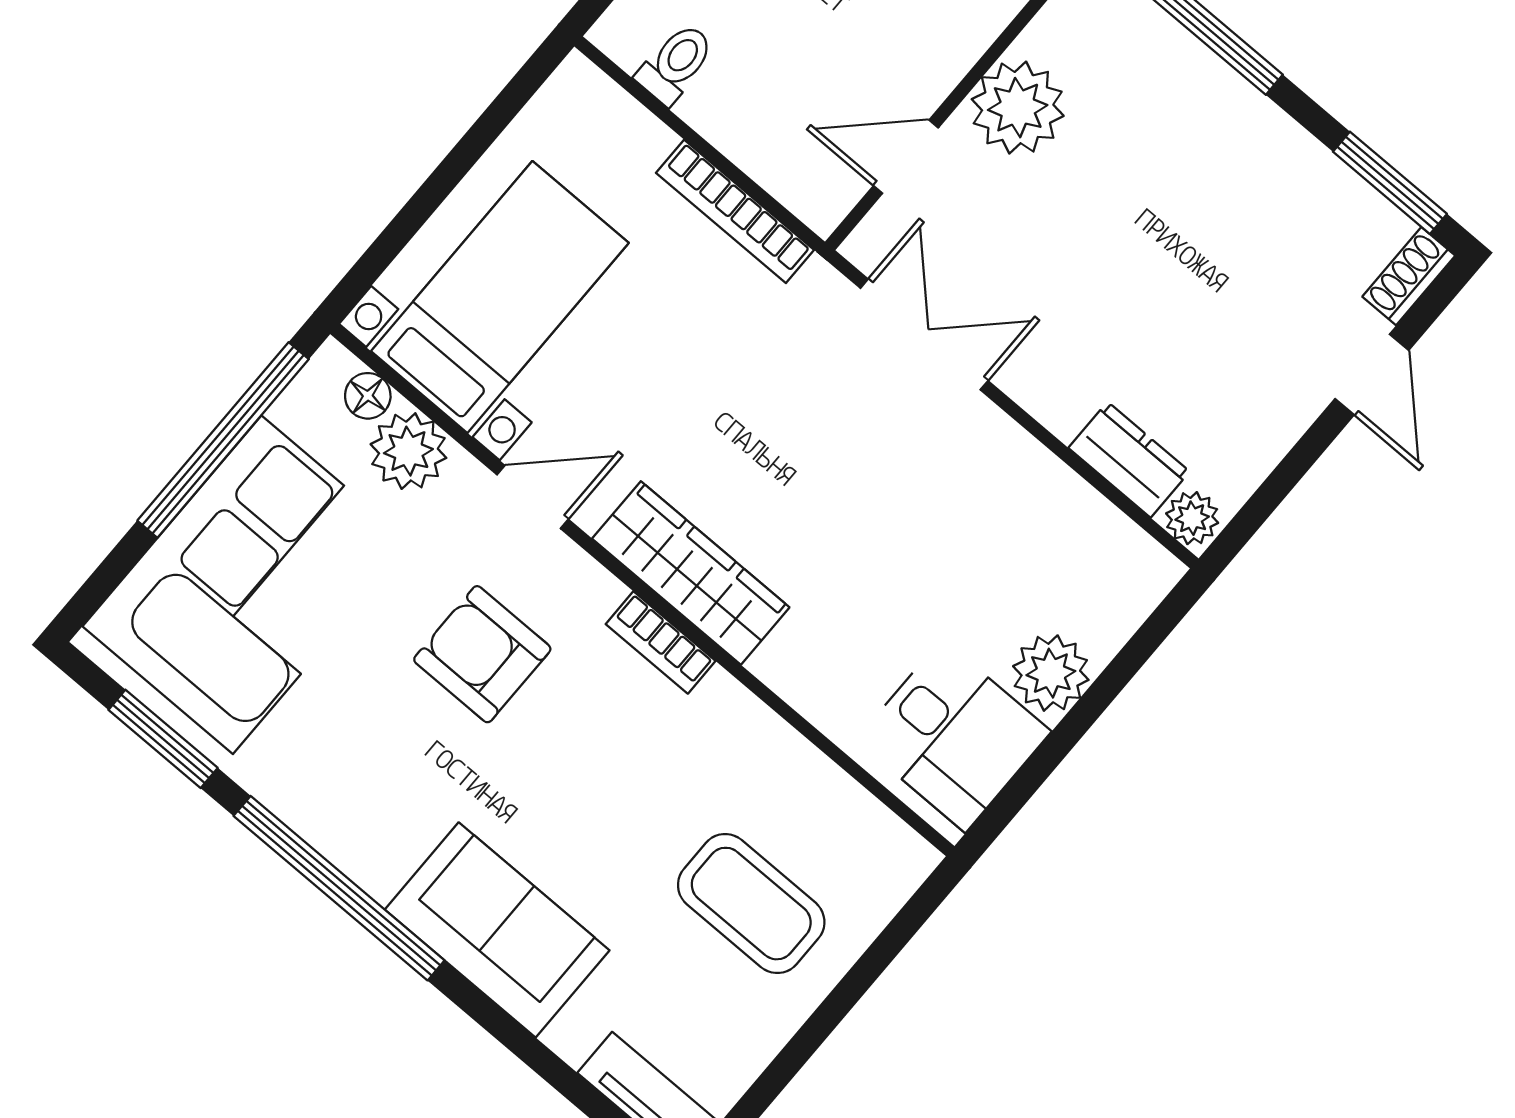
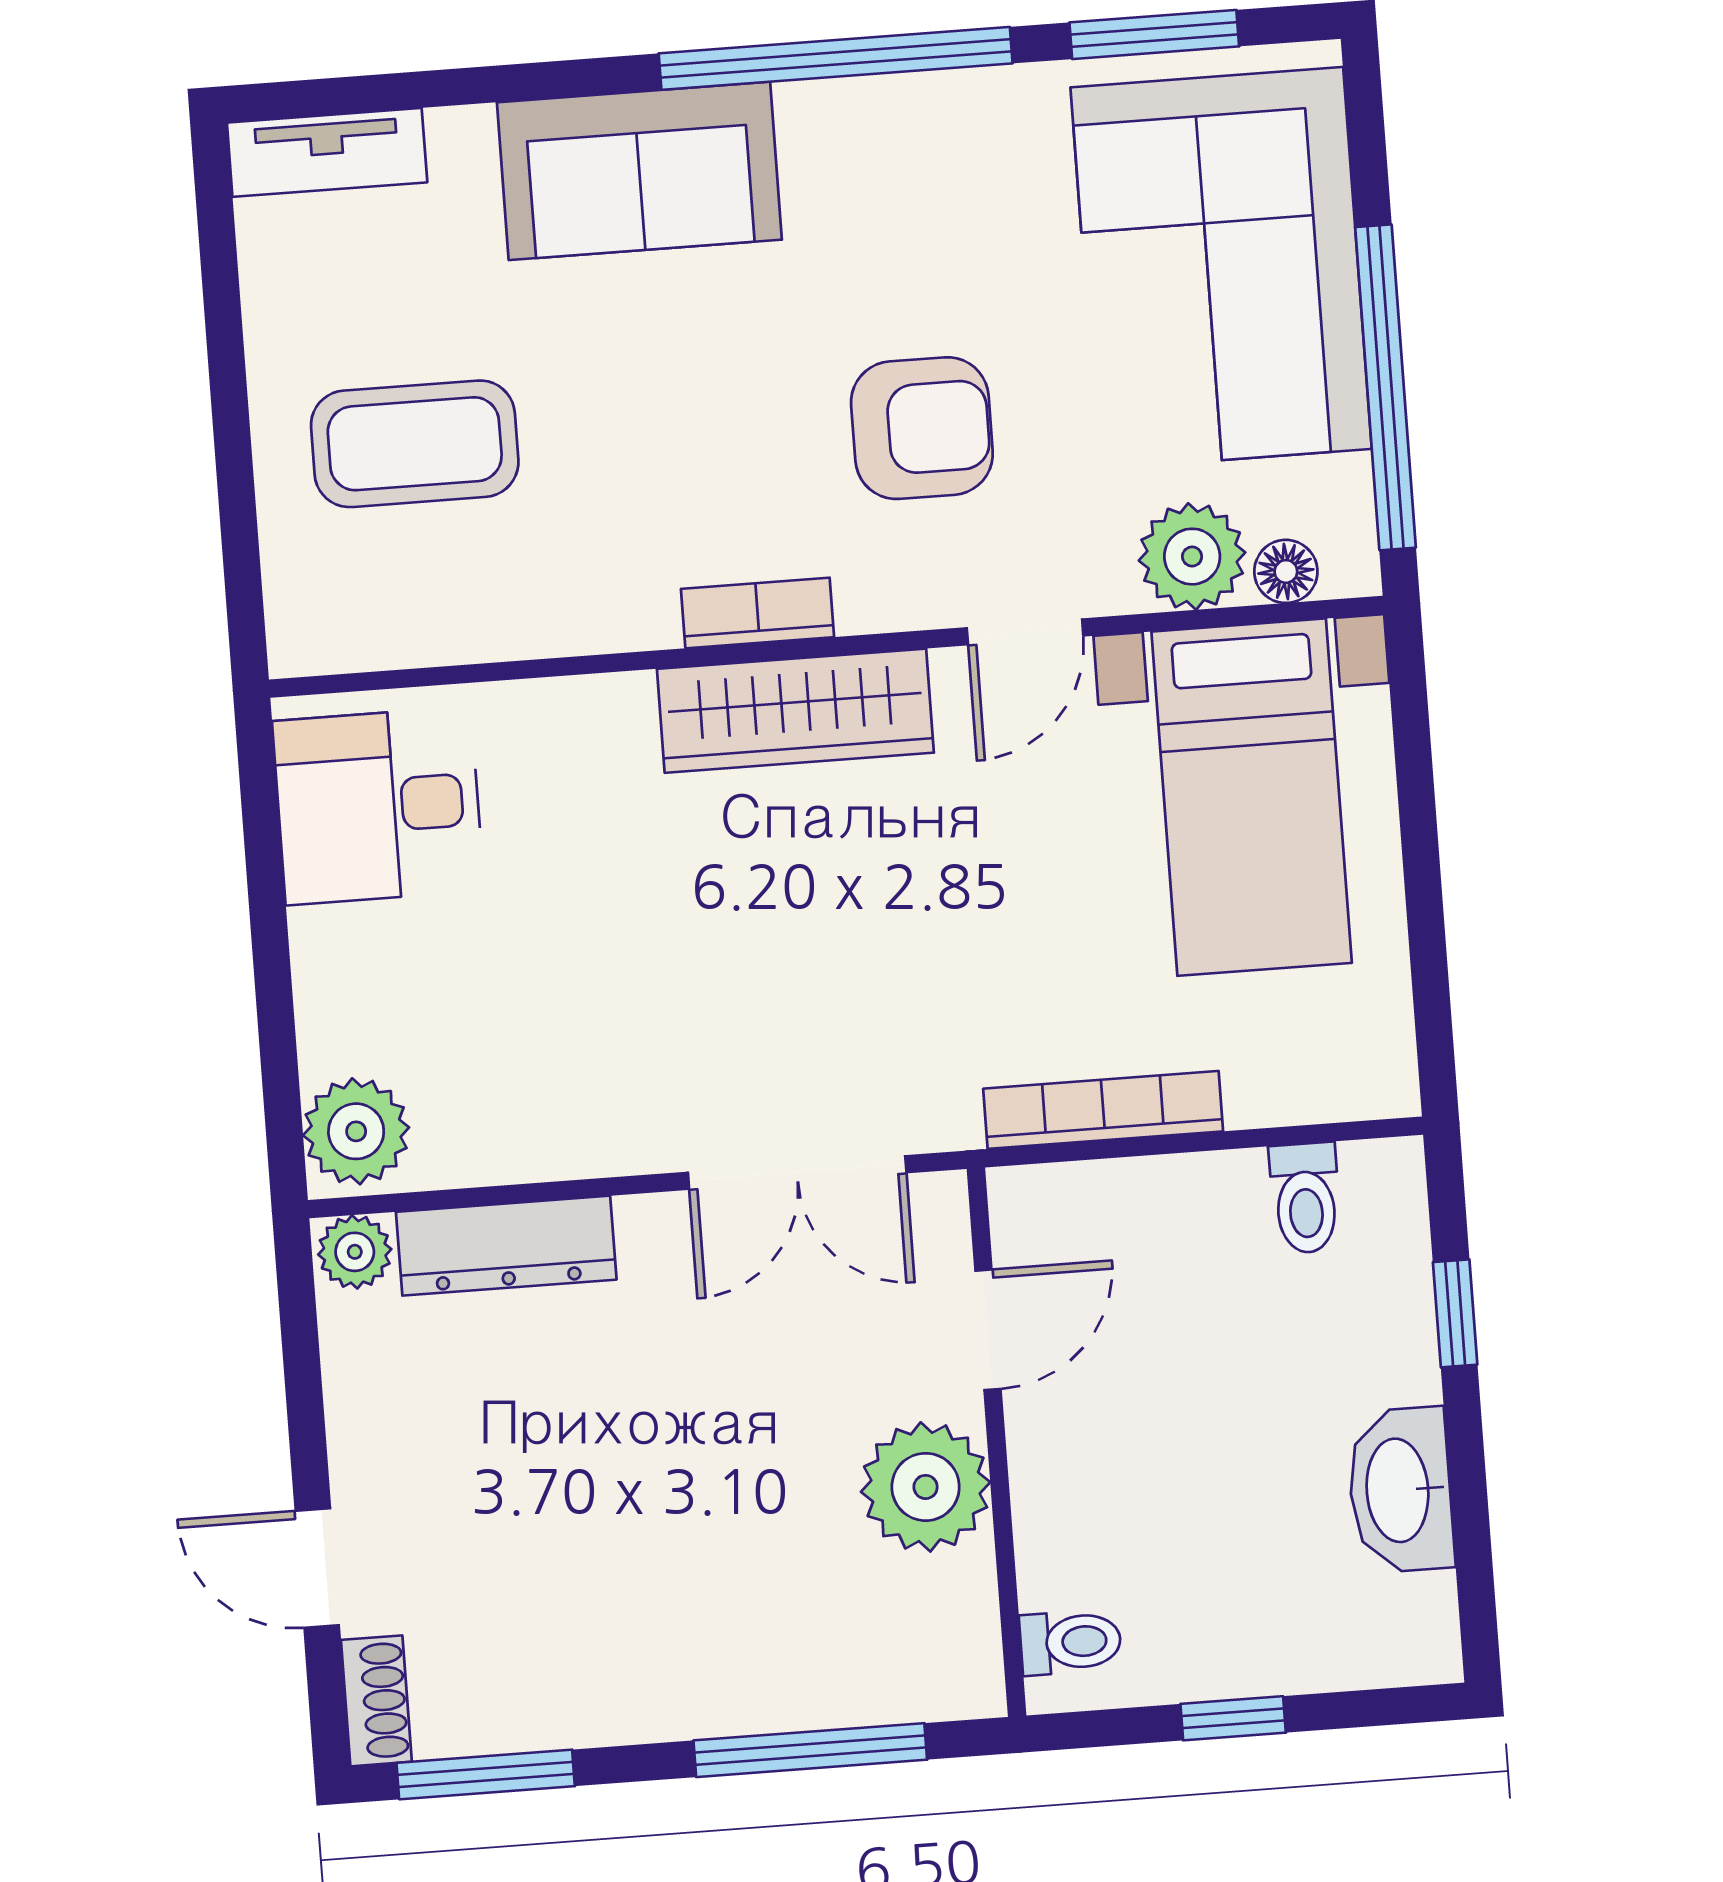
dresser: (1129, 460) -> (506, 1246), width x1.44
plant: (1051, 673) -> (356, 1131), moved

